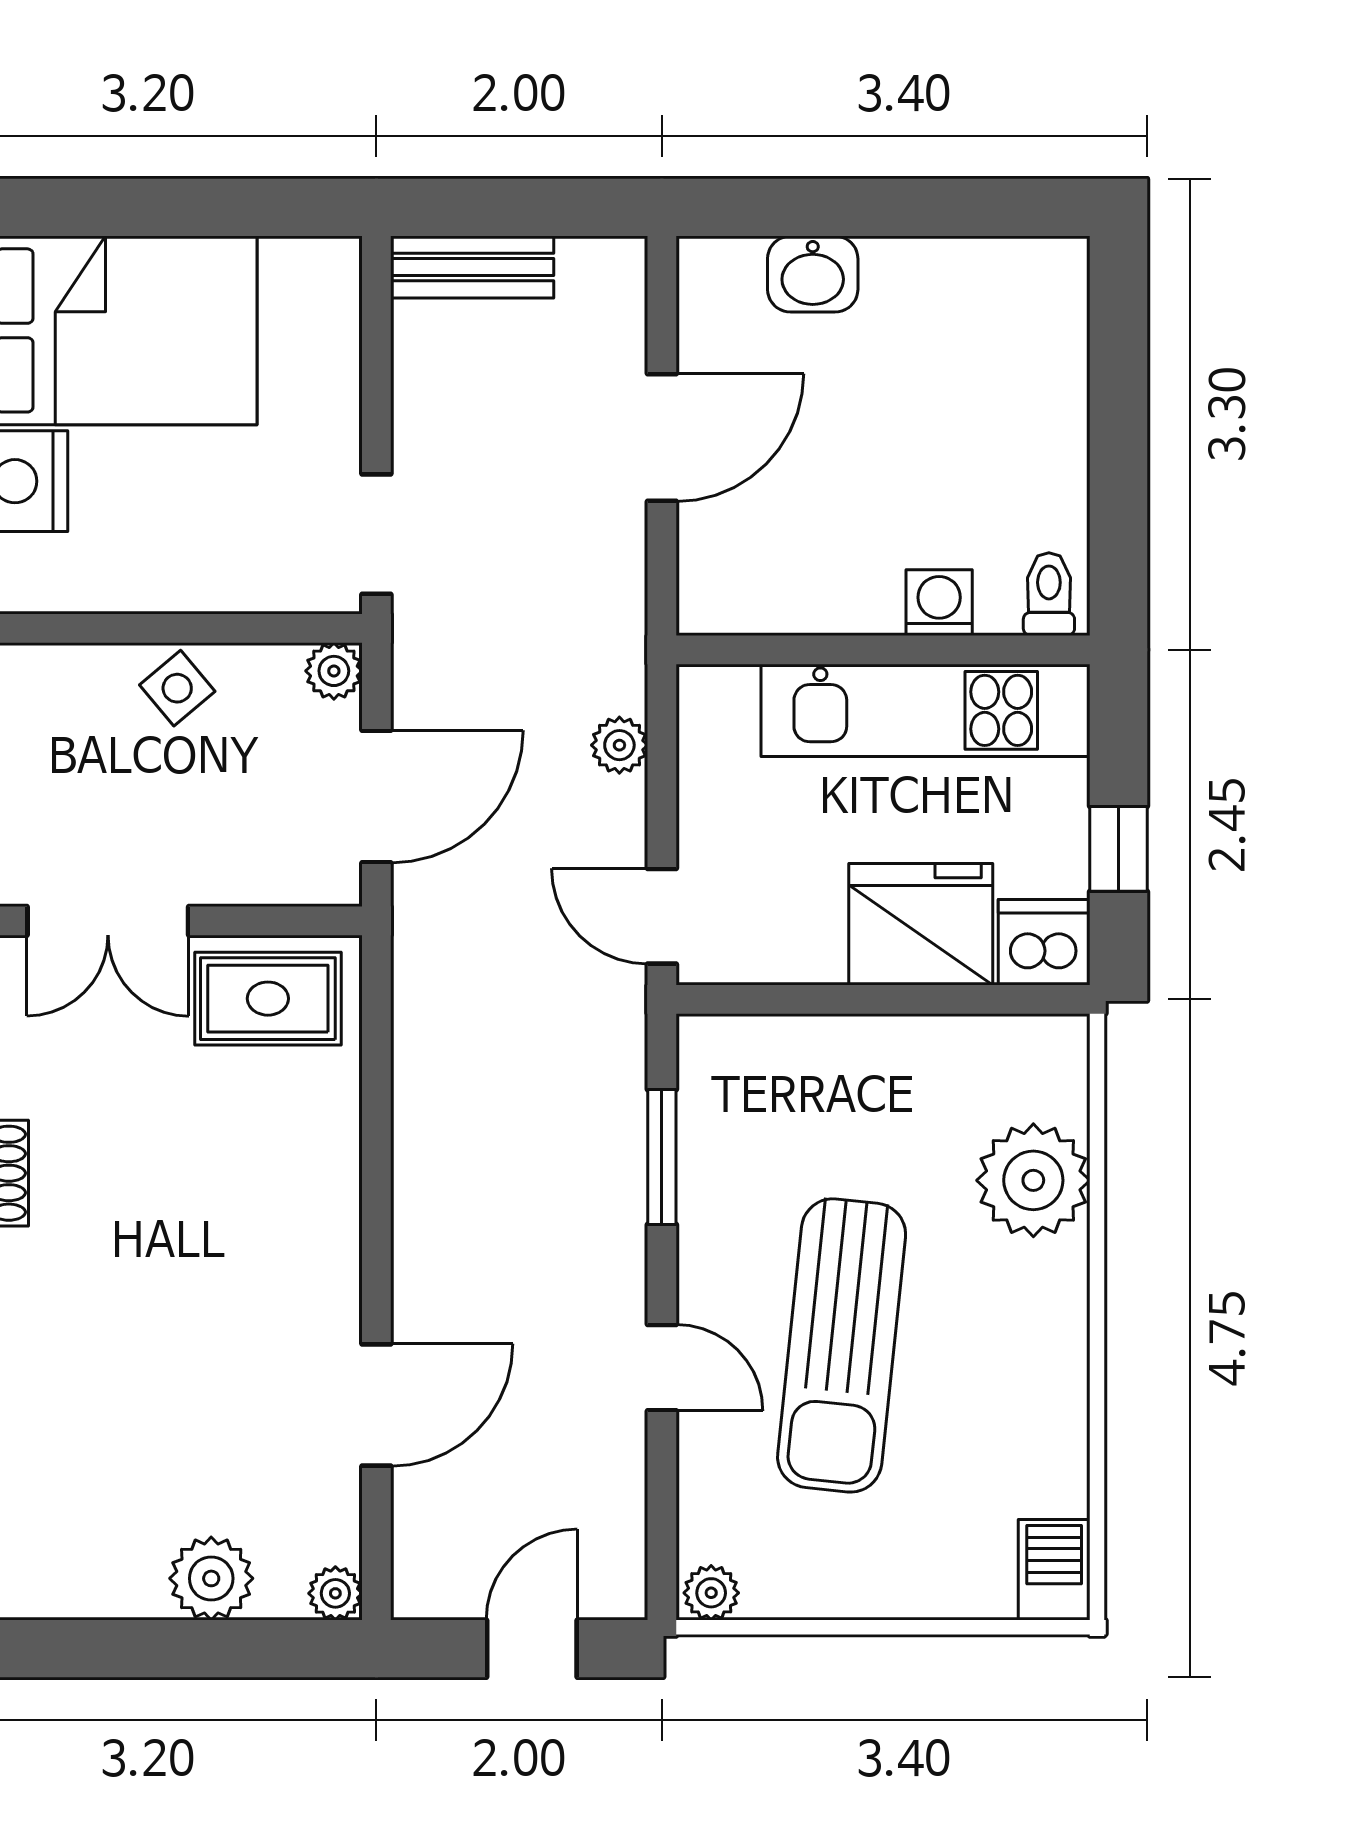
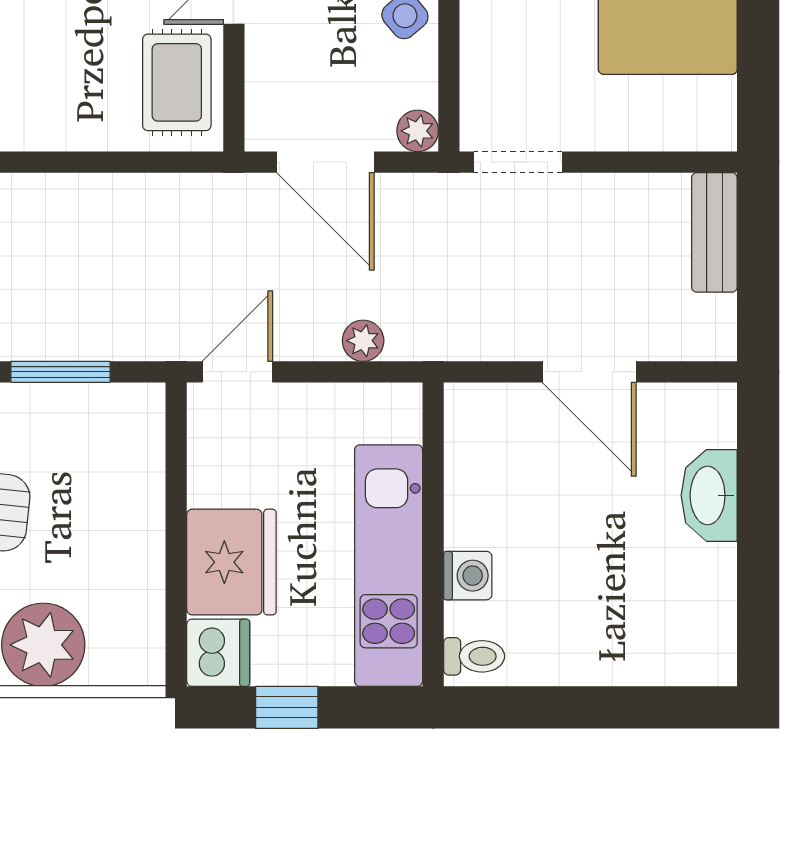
washbasin: (813, 274) -> (709, 495), width x1.38

